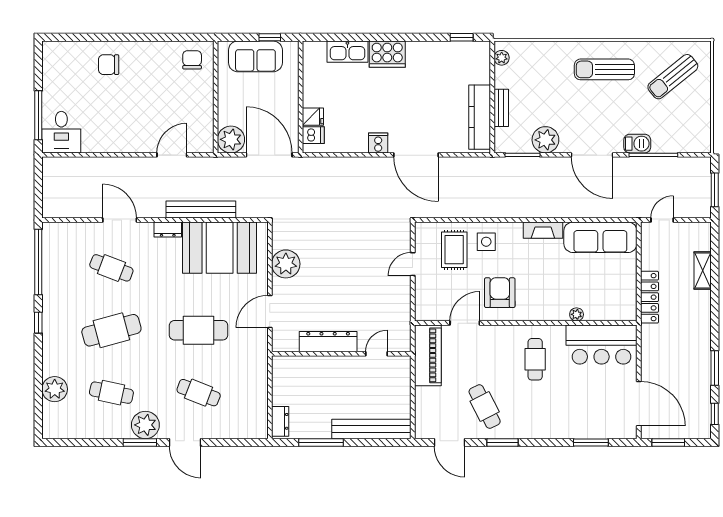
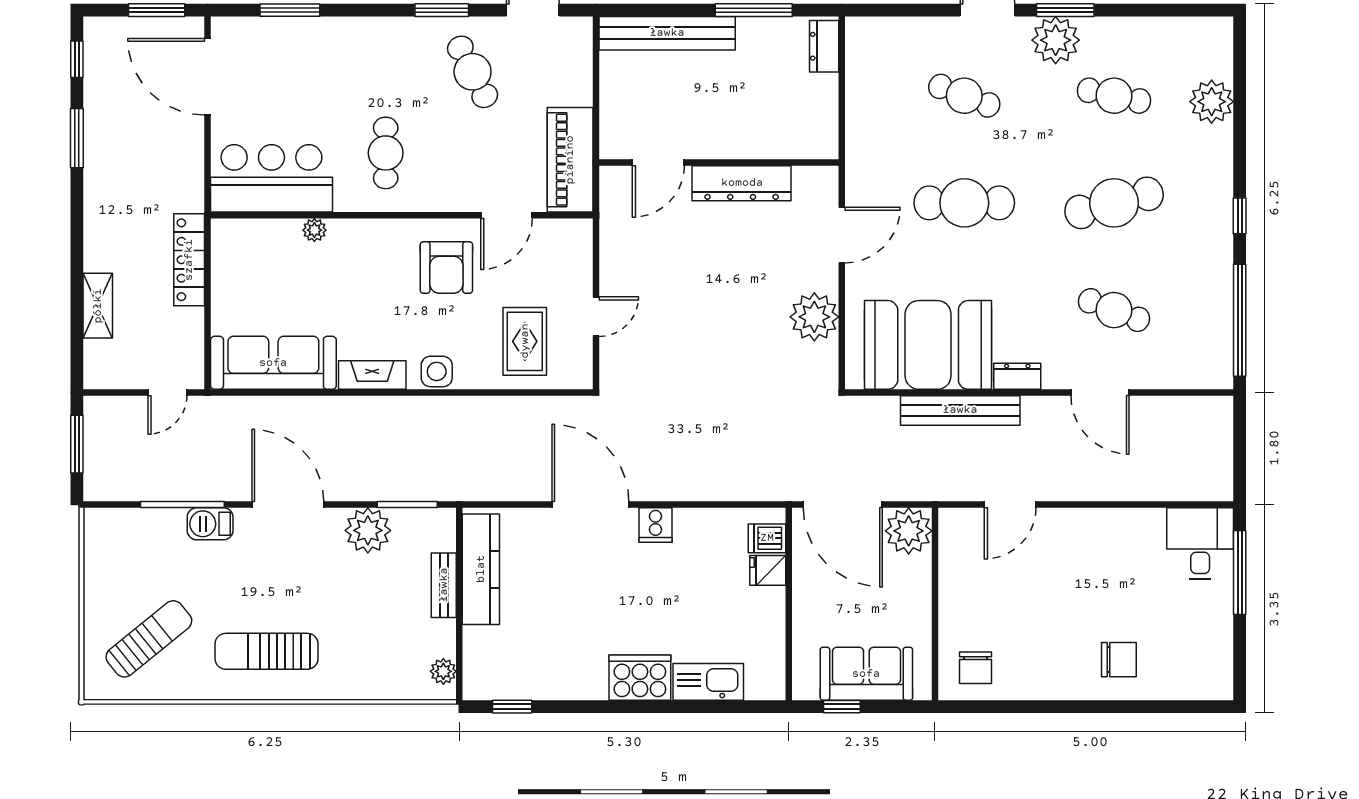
sun lounger: (604, 69) -> (267, 651), turned 180
side table: (486, 242) -> (437, 371), moved
door: (376, 354) -> (658, 162), width x1.38

